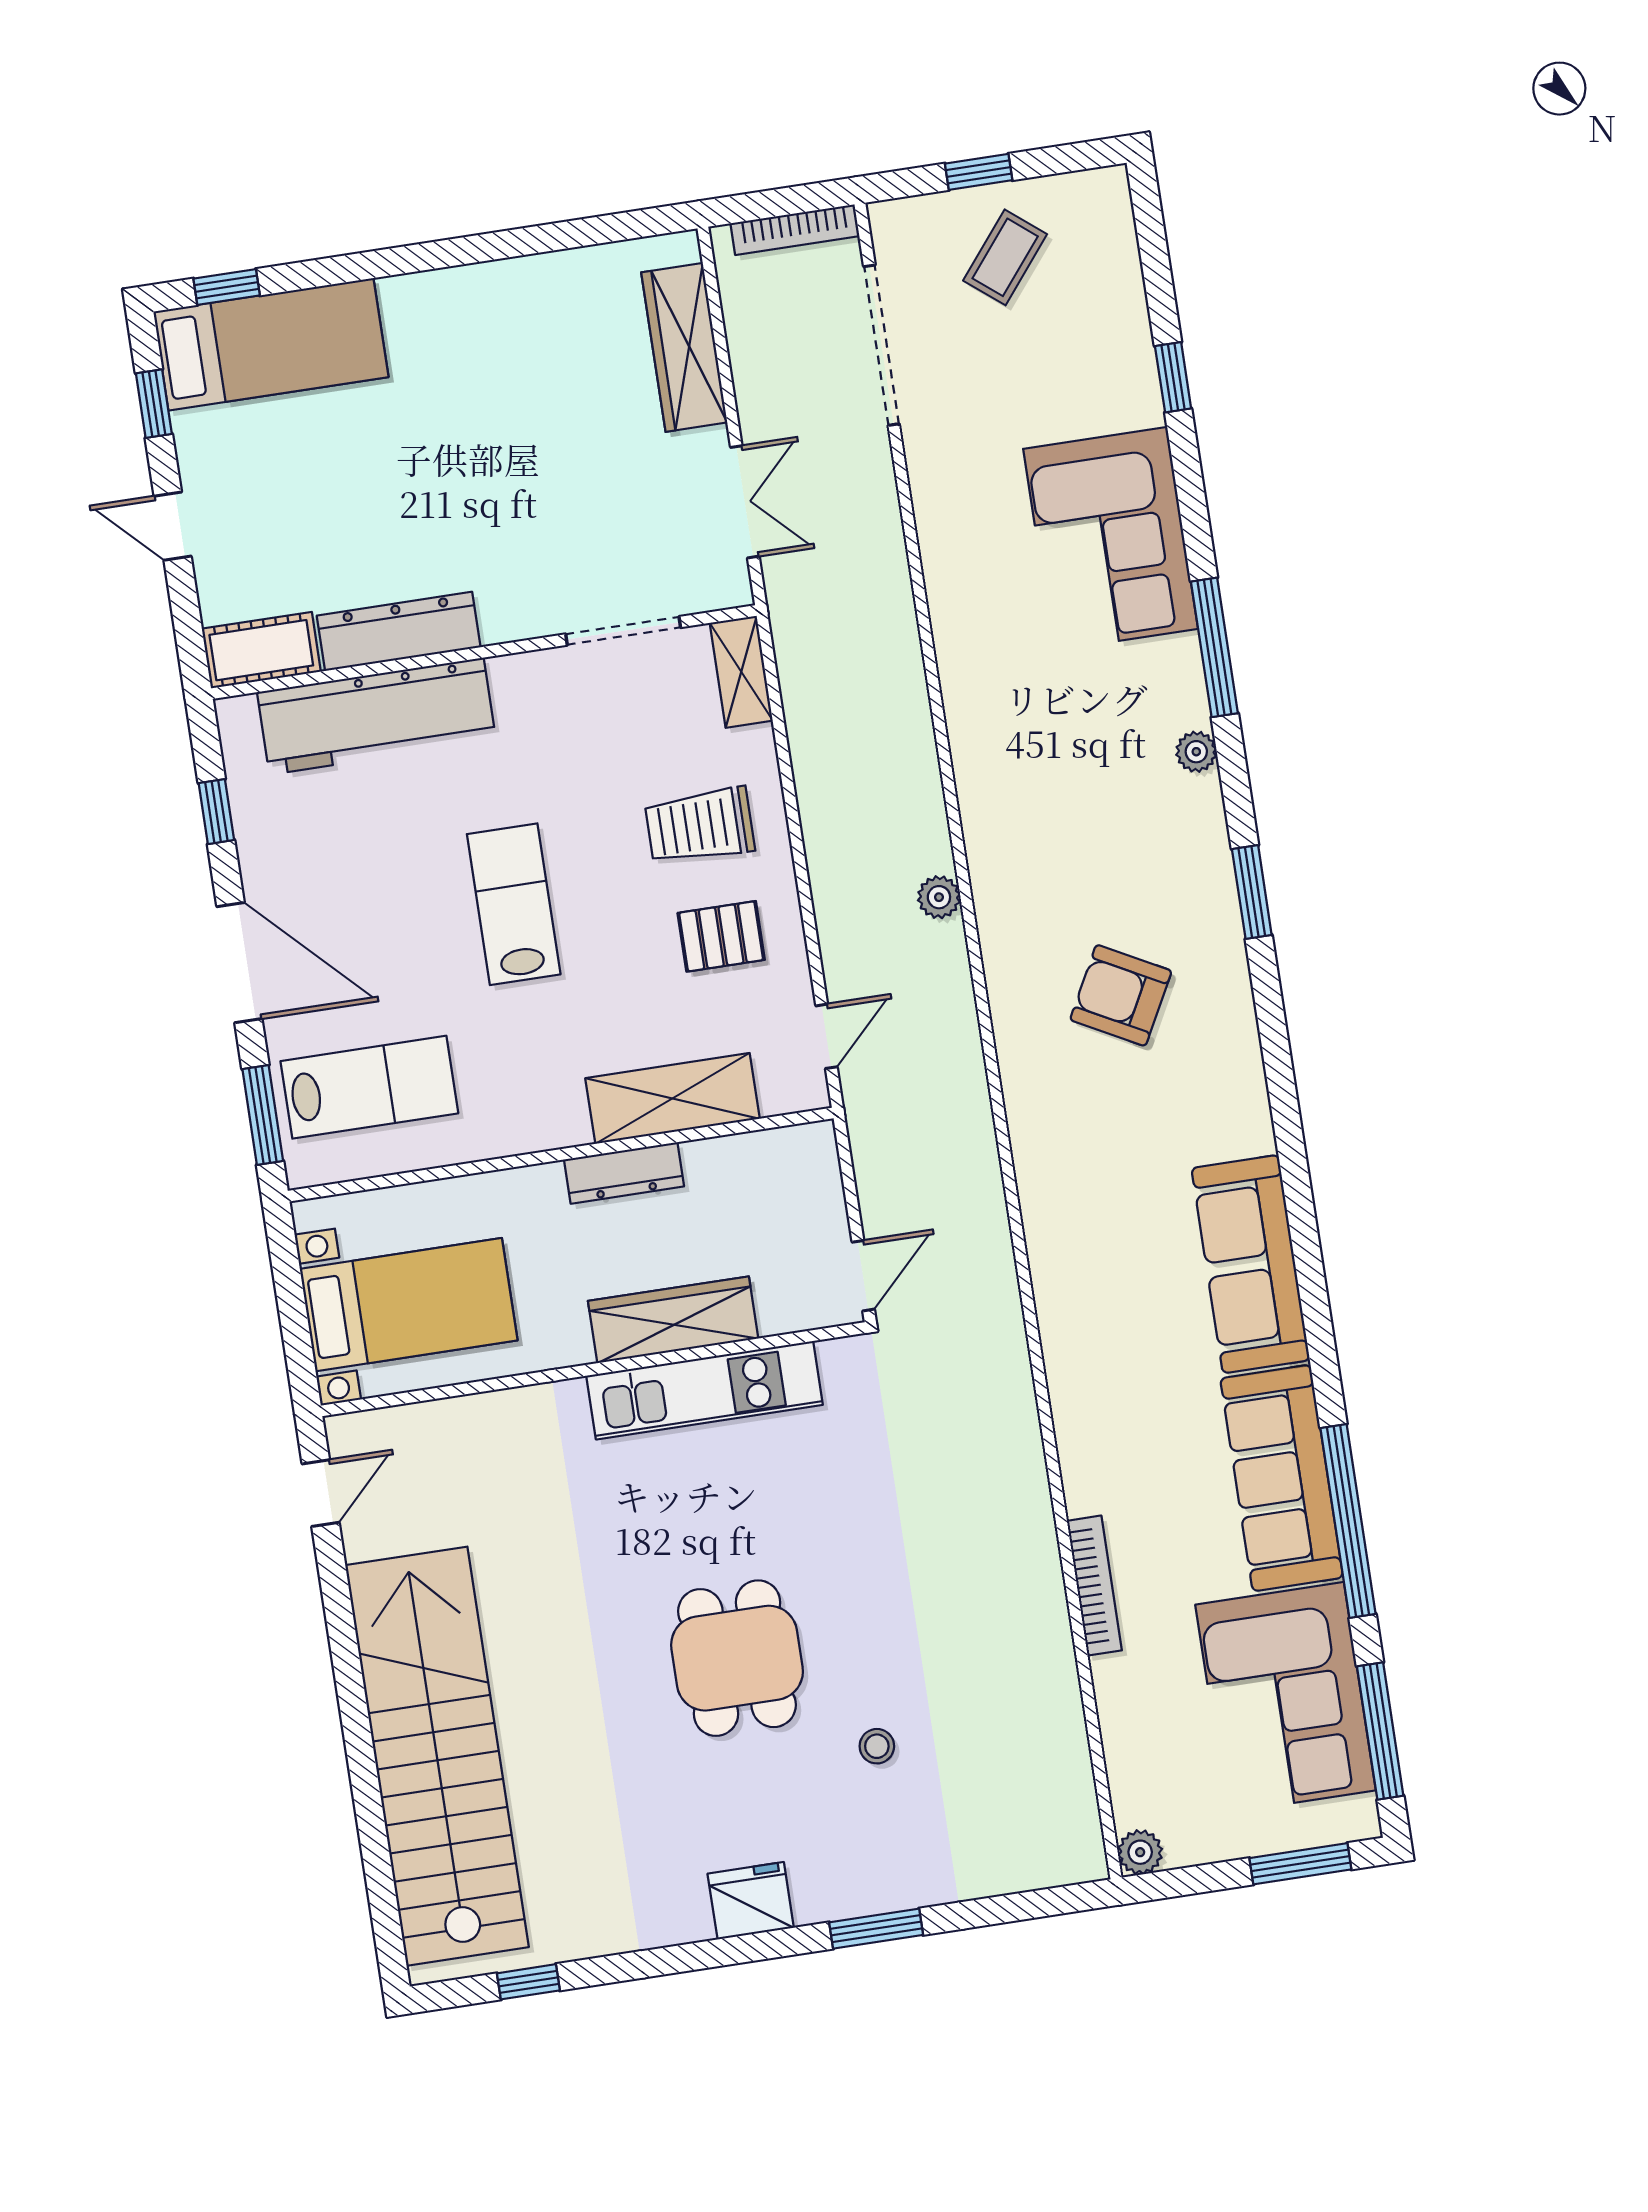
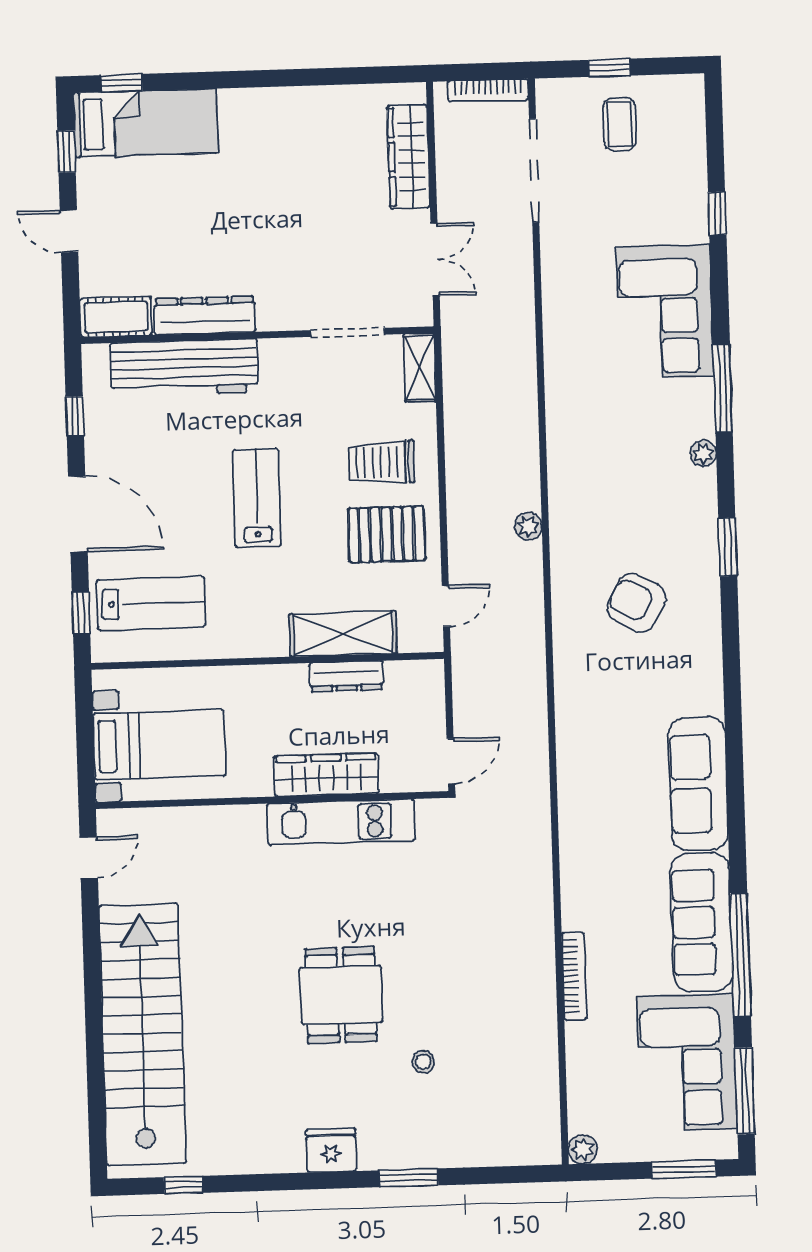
coffee table: (1005, 257) -> (620, 124), turned -39
pallet: (721, 936) -> (387, 534), width x1.50, depth x1.42
window: (263, 1115) -> (81, 613), width x0.67
dresser: (624, 1173) -> (346, 676), moved

